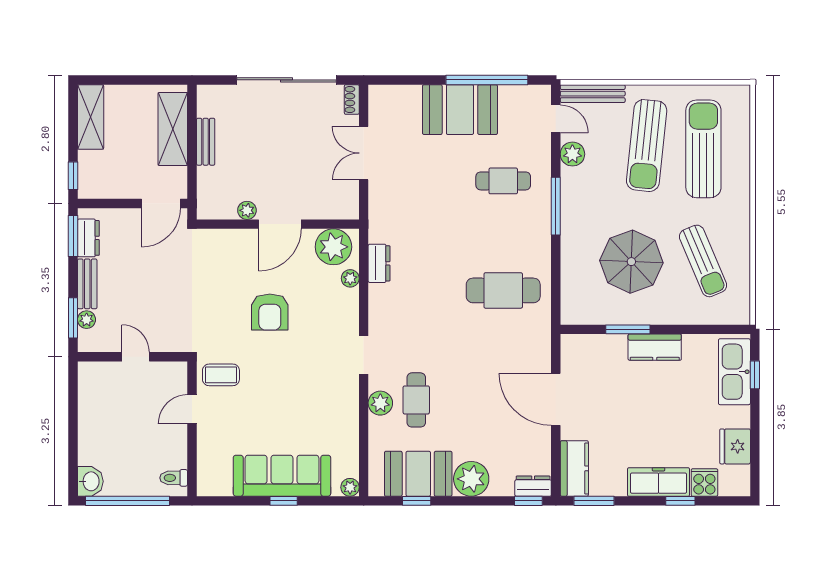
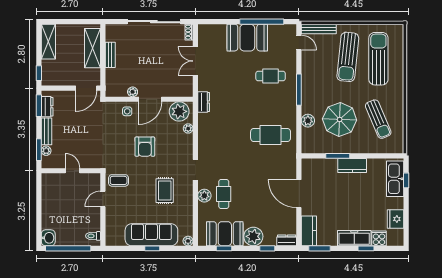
plant: (572, 154) -> (308, 121), moved
side table: (237, 246) -> (127, 111), added
dresser: (379, 263) -> (204, 102), moved
rug: (307, 394) -> (165, 191), added
window: (528, 501) -> (267, 248), moved

